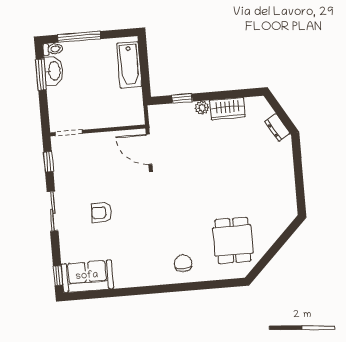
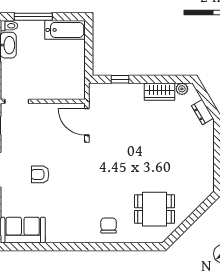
bathtub: (129, 65) -> (65, 30), moved, turned -90
plant: (202, 108) -> (182, 89), moved
dining table: (233, 241) -> (155, 209), turned 90

